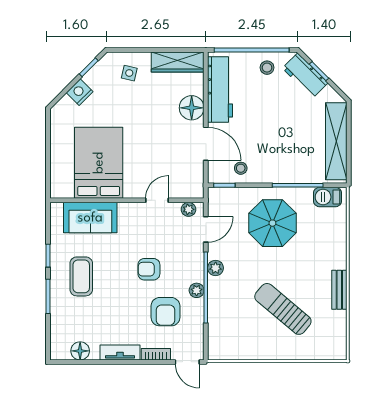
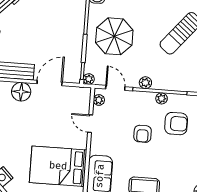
stool: (241, 168) -> (70, 58), removed
plant: (215, 194) -> (89, 79), added

